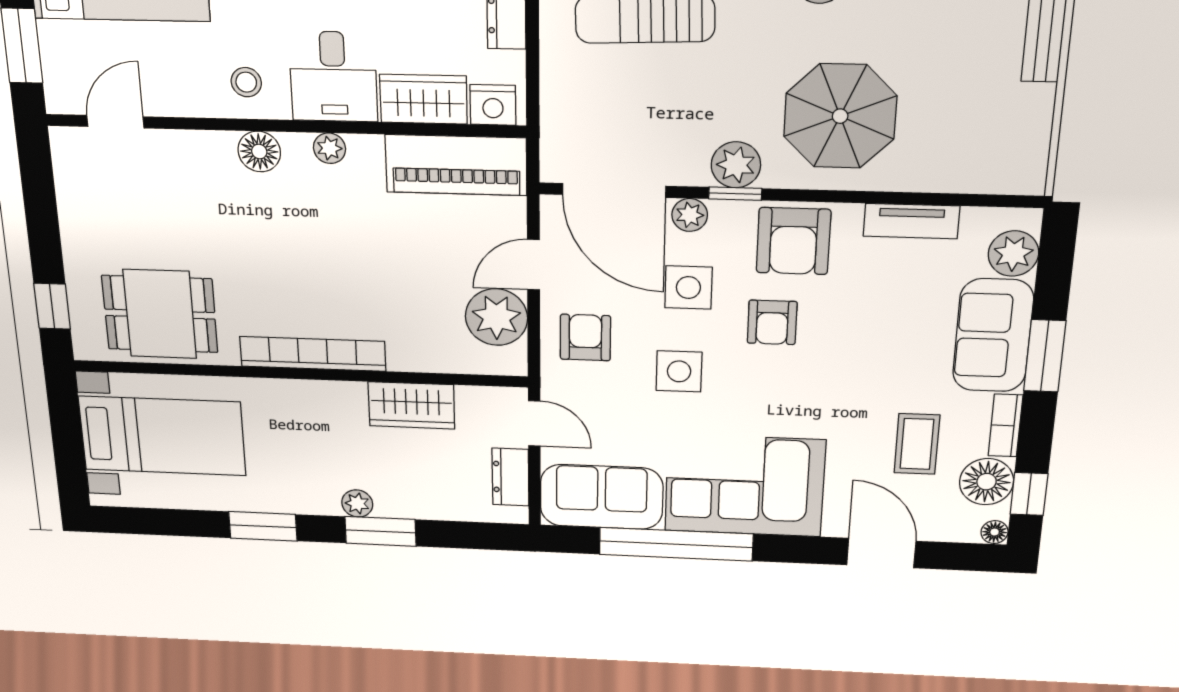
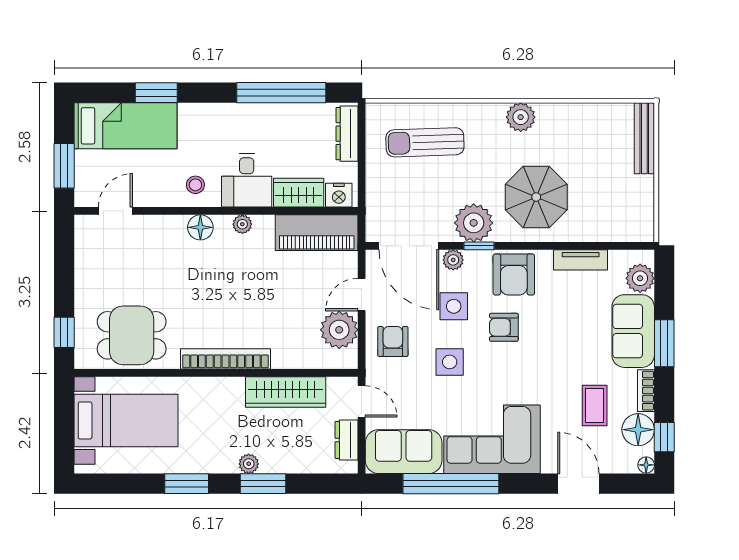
plant: (736, 165) -> (474, 223), width x1.36, depth x1.36
armchair: (772, 322) -> (504, 327), turned 90
wardrobe: (411, 405) -> (286, 392), width x1.50

